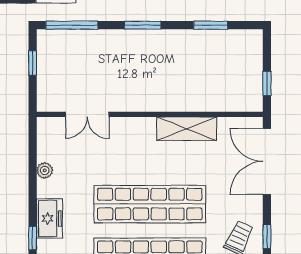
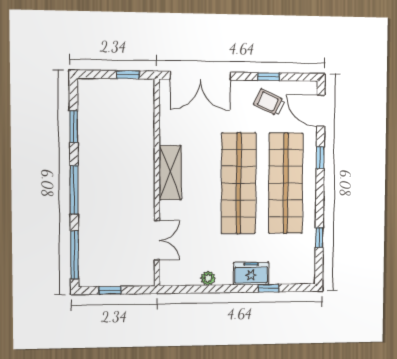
window: (143, 25) -> (74, 190), width x1.44
shelving: (187, 129) -> (170, 173), moved

